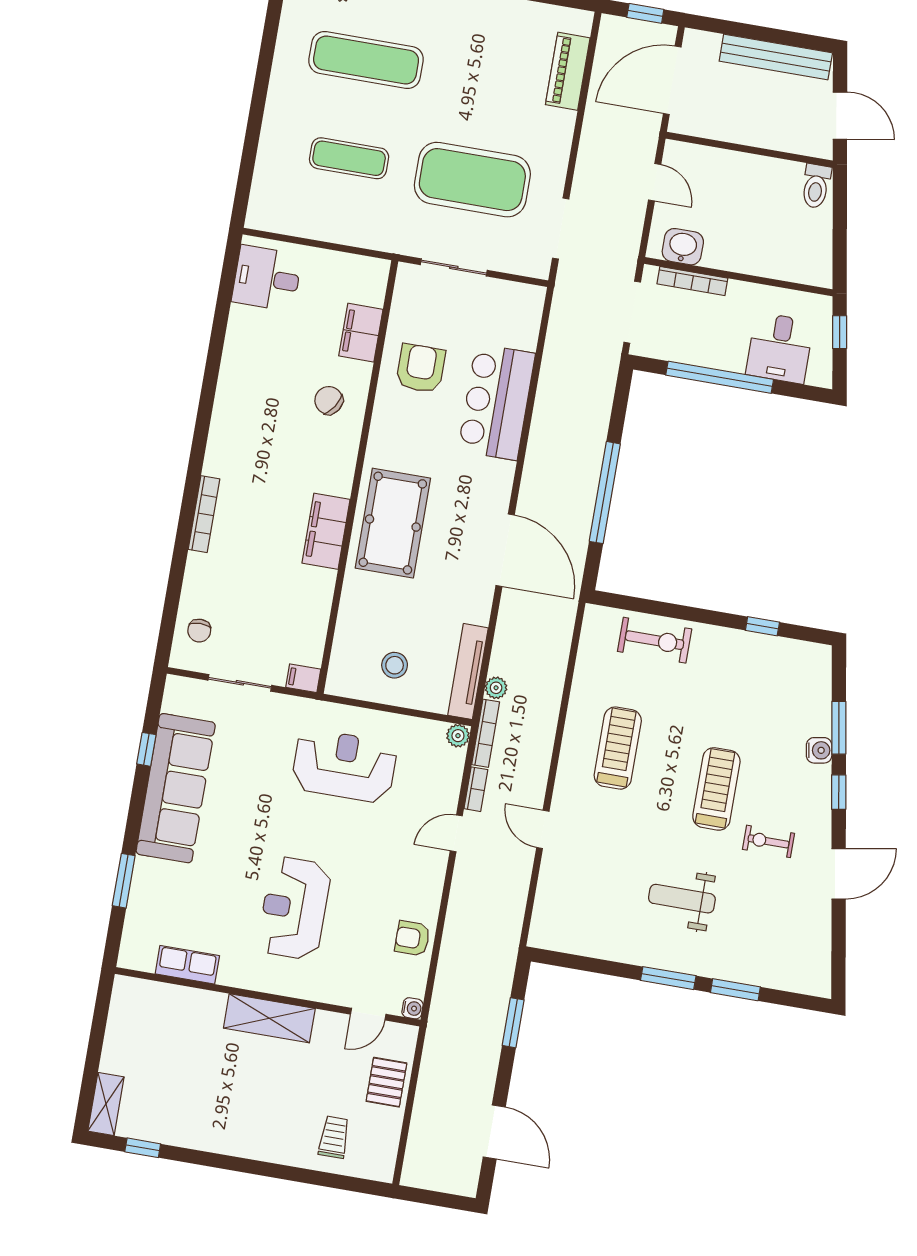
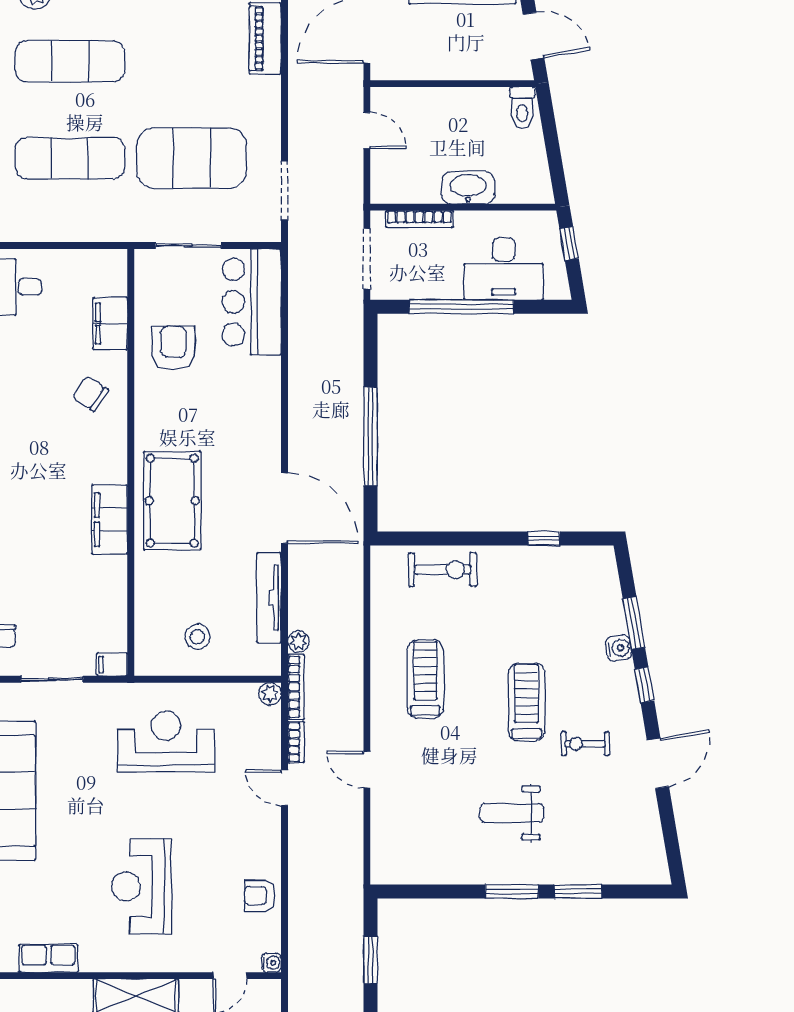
exercise mat: (349, 158) -> (70, 158), width x1.36, depth x1.45
washbasin: (683, 247) -> (468, 188), moved, width x1.38
desk: (780, 348) -> (504, 269), width x1.37
bar counter: (497, 402) -> (252, 302), moved
tv unit: (468, 672) -> (269, 598), moved
door: (456, 833) -> (284, 788), hinge flipped

